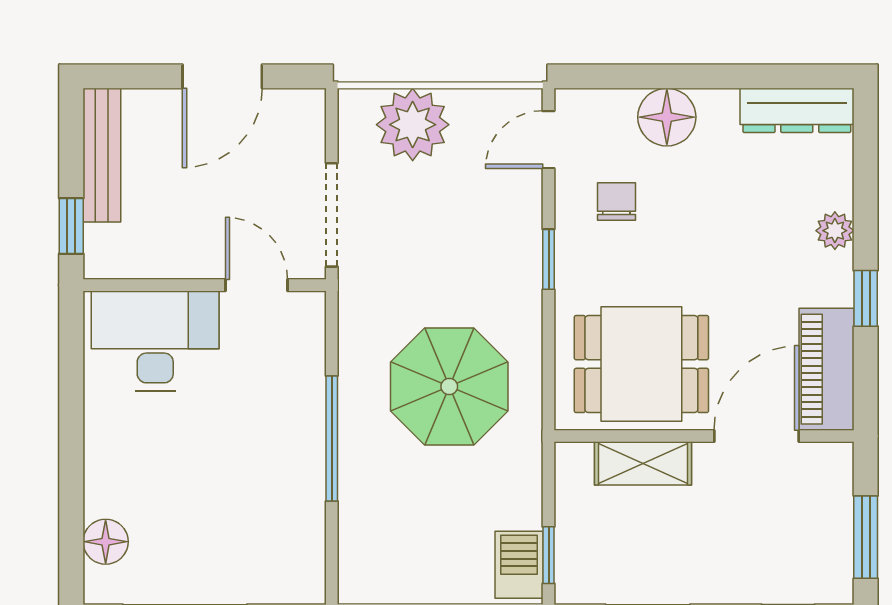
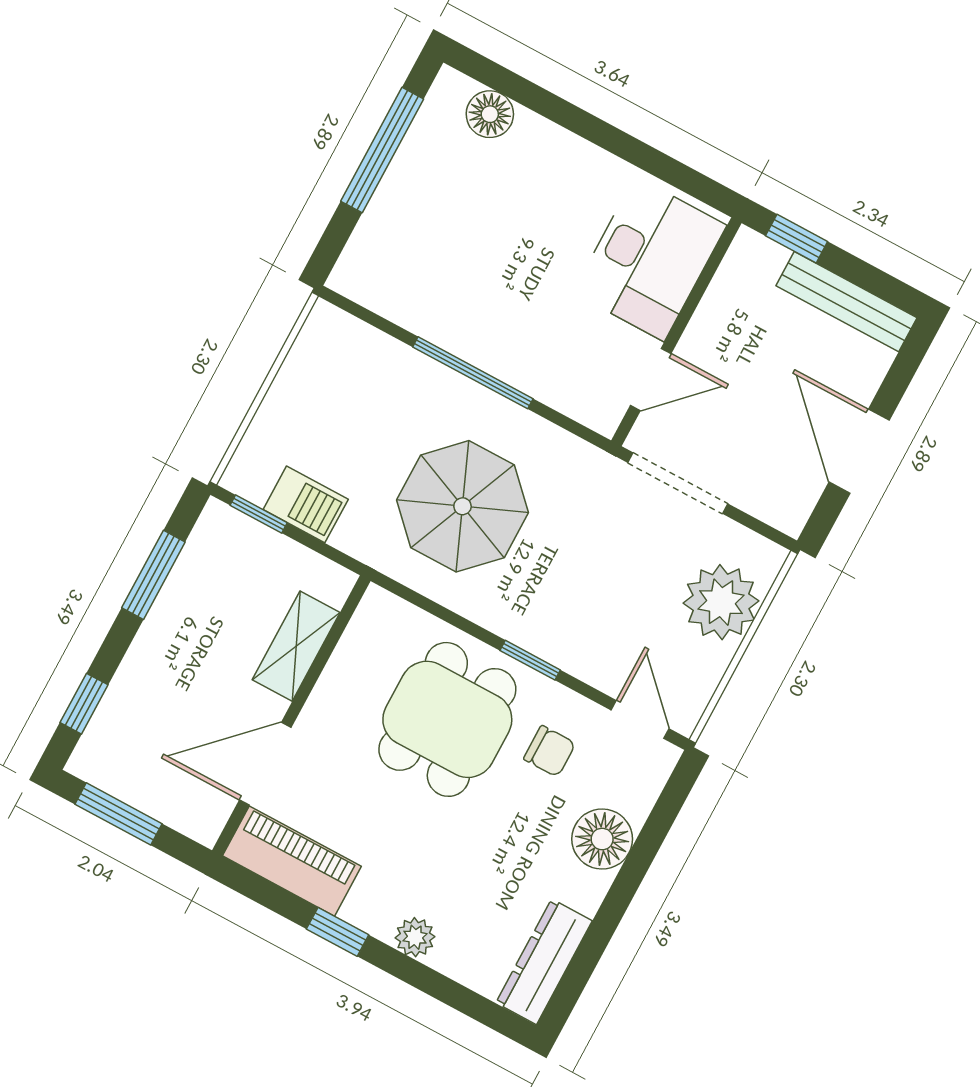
dining table: (641, 364) -> (447, 719), moved
door: (756, 436) -> (265, 764), swing flipped
barbecue: (519, 565) -> (306, 504), moved

